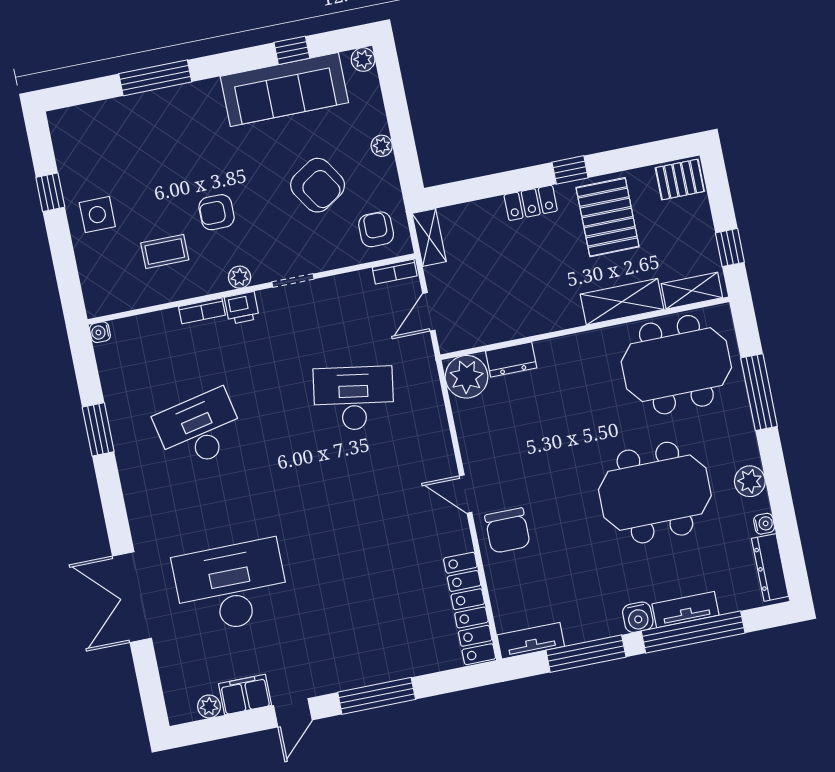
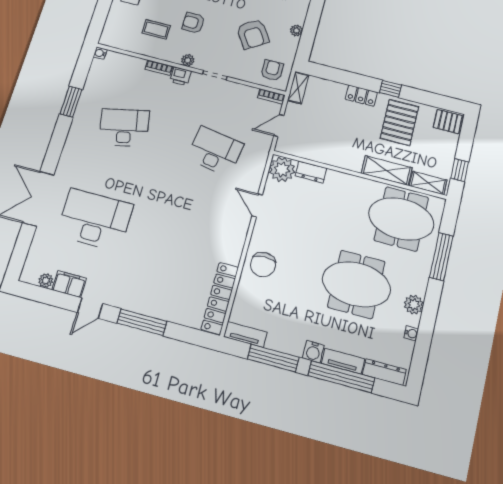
door: (466, 494) -> (257, 205), moved
dresser: (770, 567) -> (384, 372), moved, turned 90

